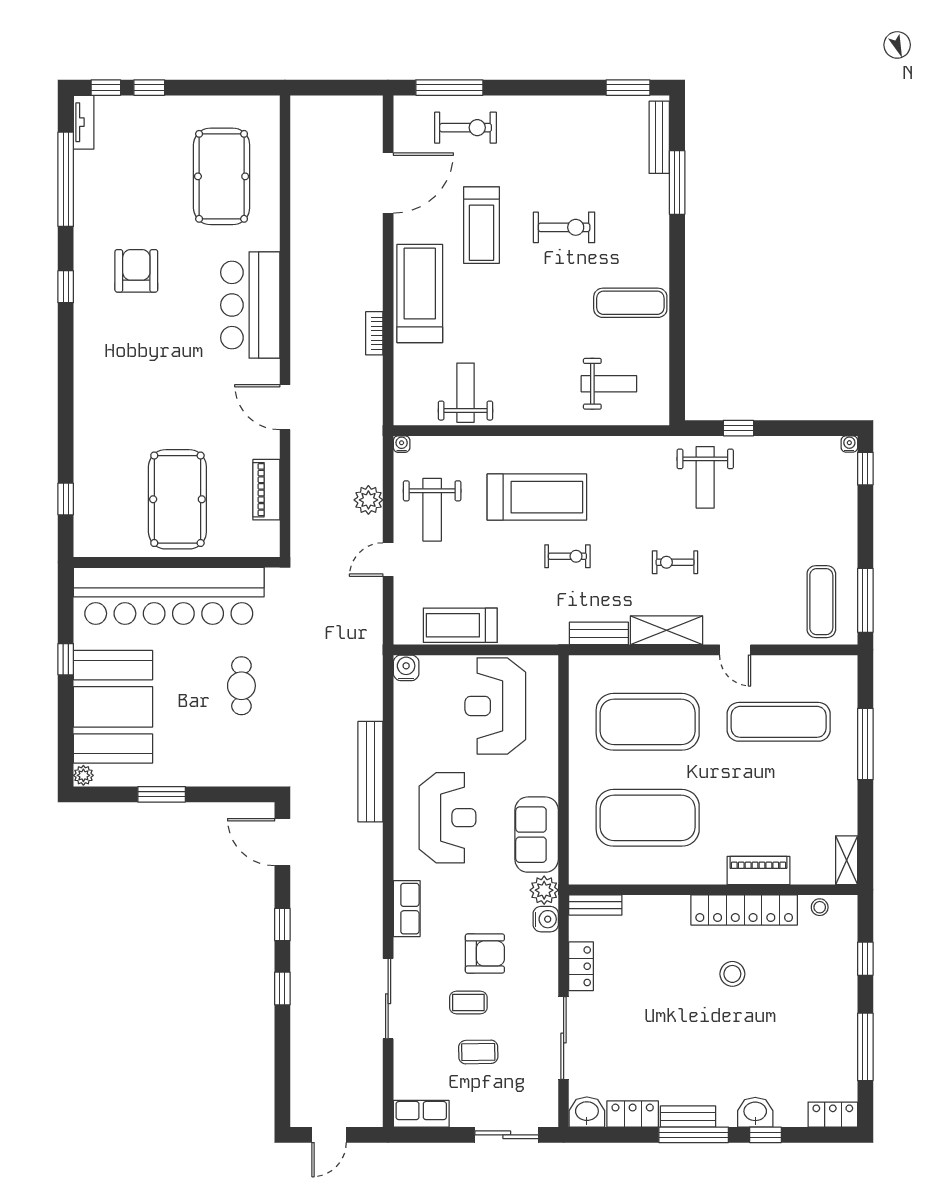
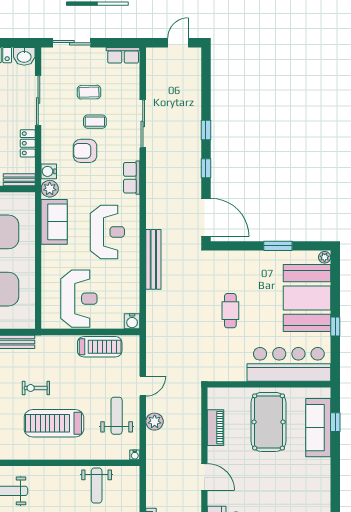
sofa: (94, 490) -> (318, 428), added
bar counter: (169, 596) -> (289, 364), width x0.73
reception desk: (447, 818) -> (107, 232), turned 180
door: (282, 842) -> (206, 217), width x1.36

